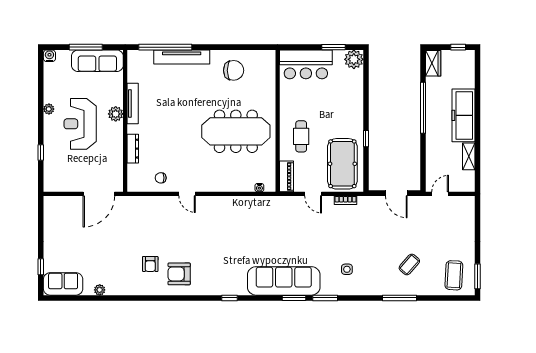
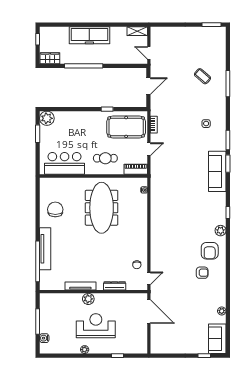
water cooler: (49, 56) -> (44, 338), moved
sofa: (97, 61) -> (48, 313), removed
bar counter: (306, 64) -> (65, 163), moved, turned -90
reception desk: (80, 124) -> (96, 326), turned 180
shelving: (469, 156) -> (137, 31), moved
door: (187, 194) -> (149, 278), moved
coffee table: (454, 275) -> (211, 42), removed
sofa: (284, 281) -> (217, 171), width x0.74, depth x0.79
plant: (206, 288) -> (221, 231), added

